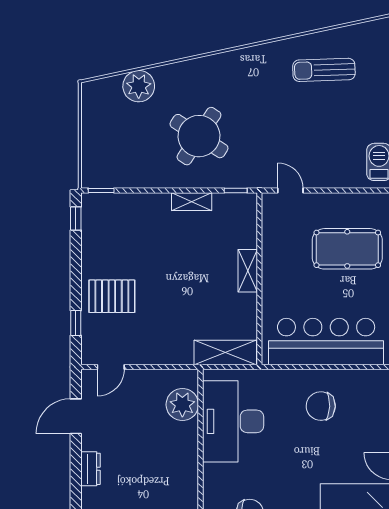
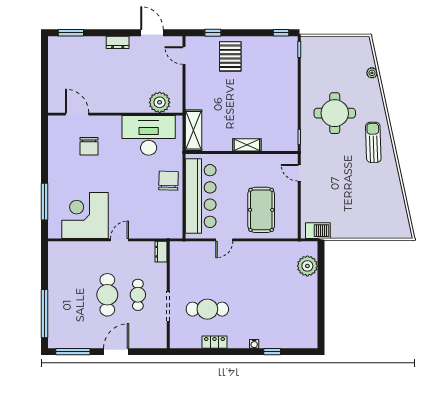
sun lounger: (324, 70) -> (373, 142), moved
plant: (139, 86) -> (372, 73), width x0.53, depth x0.53
round table: (199, 136) -> (335, 113), turned -33
door: (290, 190) -> (299, 173), swing flipped
shelving: (192, 202) -> (292, 108), removed
chair: (321, 406) -> (169, 181), moved

